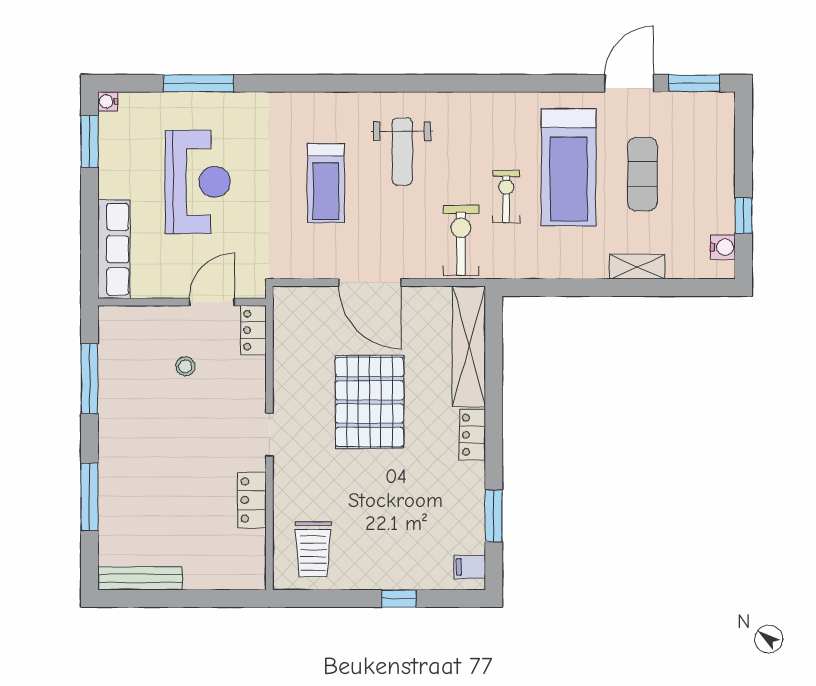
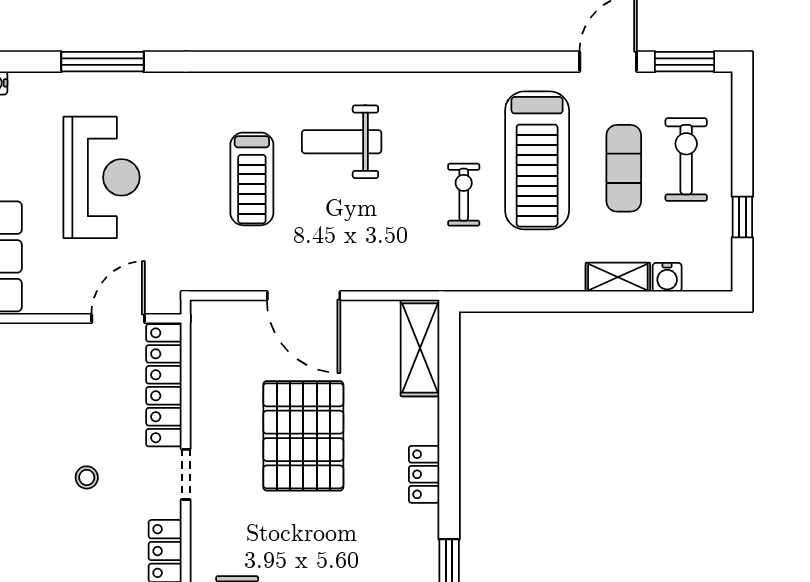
weight bench: (402, 152) -> (342, 142), turned 90
exercise bike: (461, 240) -> (686, 160), moved
water cooler: (723, 247) -> (667, 277), moved, turned 90
locker: (253, 330) -> (164, 385), width x2.16, depth x1.21
shelving: (469, 346) -> (420, 348), width x0.68
stool: (185, 366) -> (87, 477), moved

